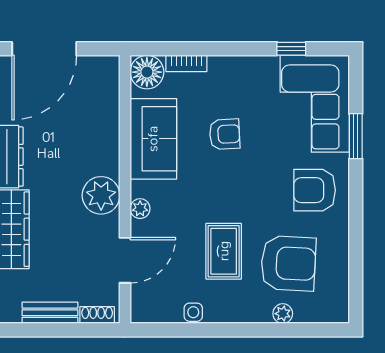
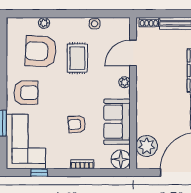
bookcase: (186, 63) -> (82, 164), moved
plant: (101, 195) -> (147, 146), moved

